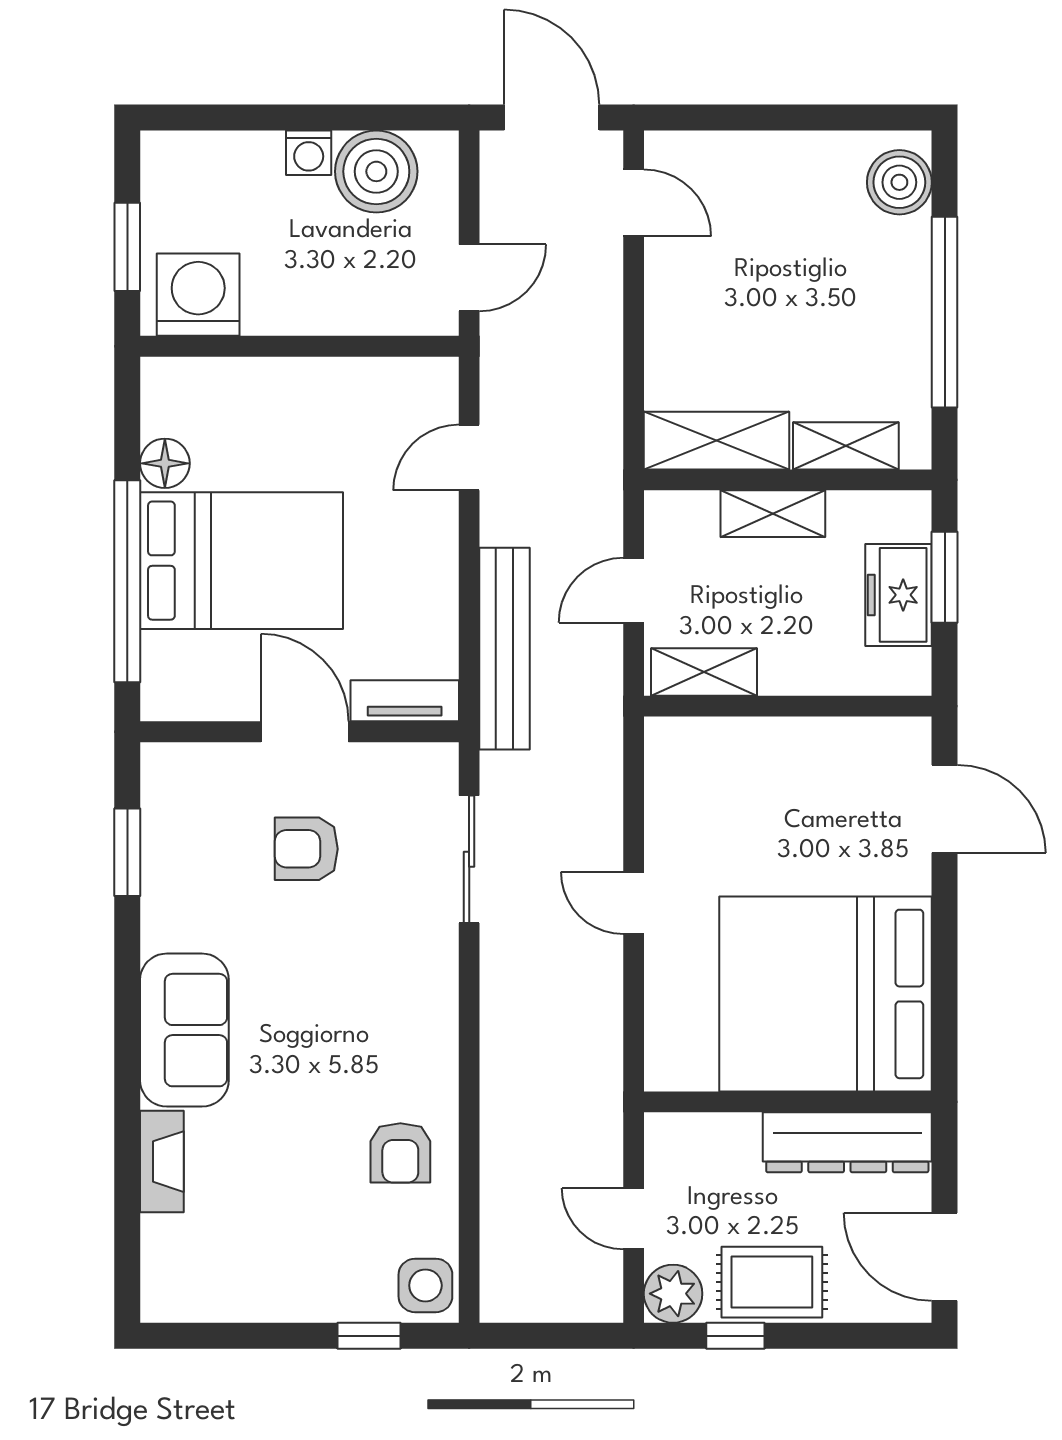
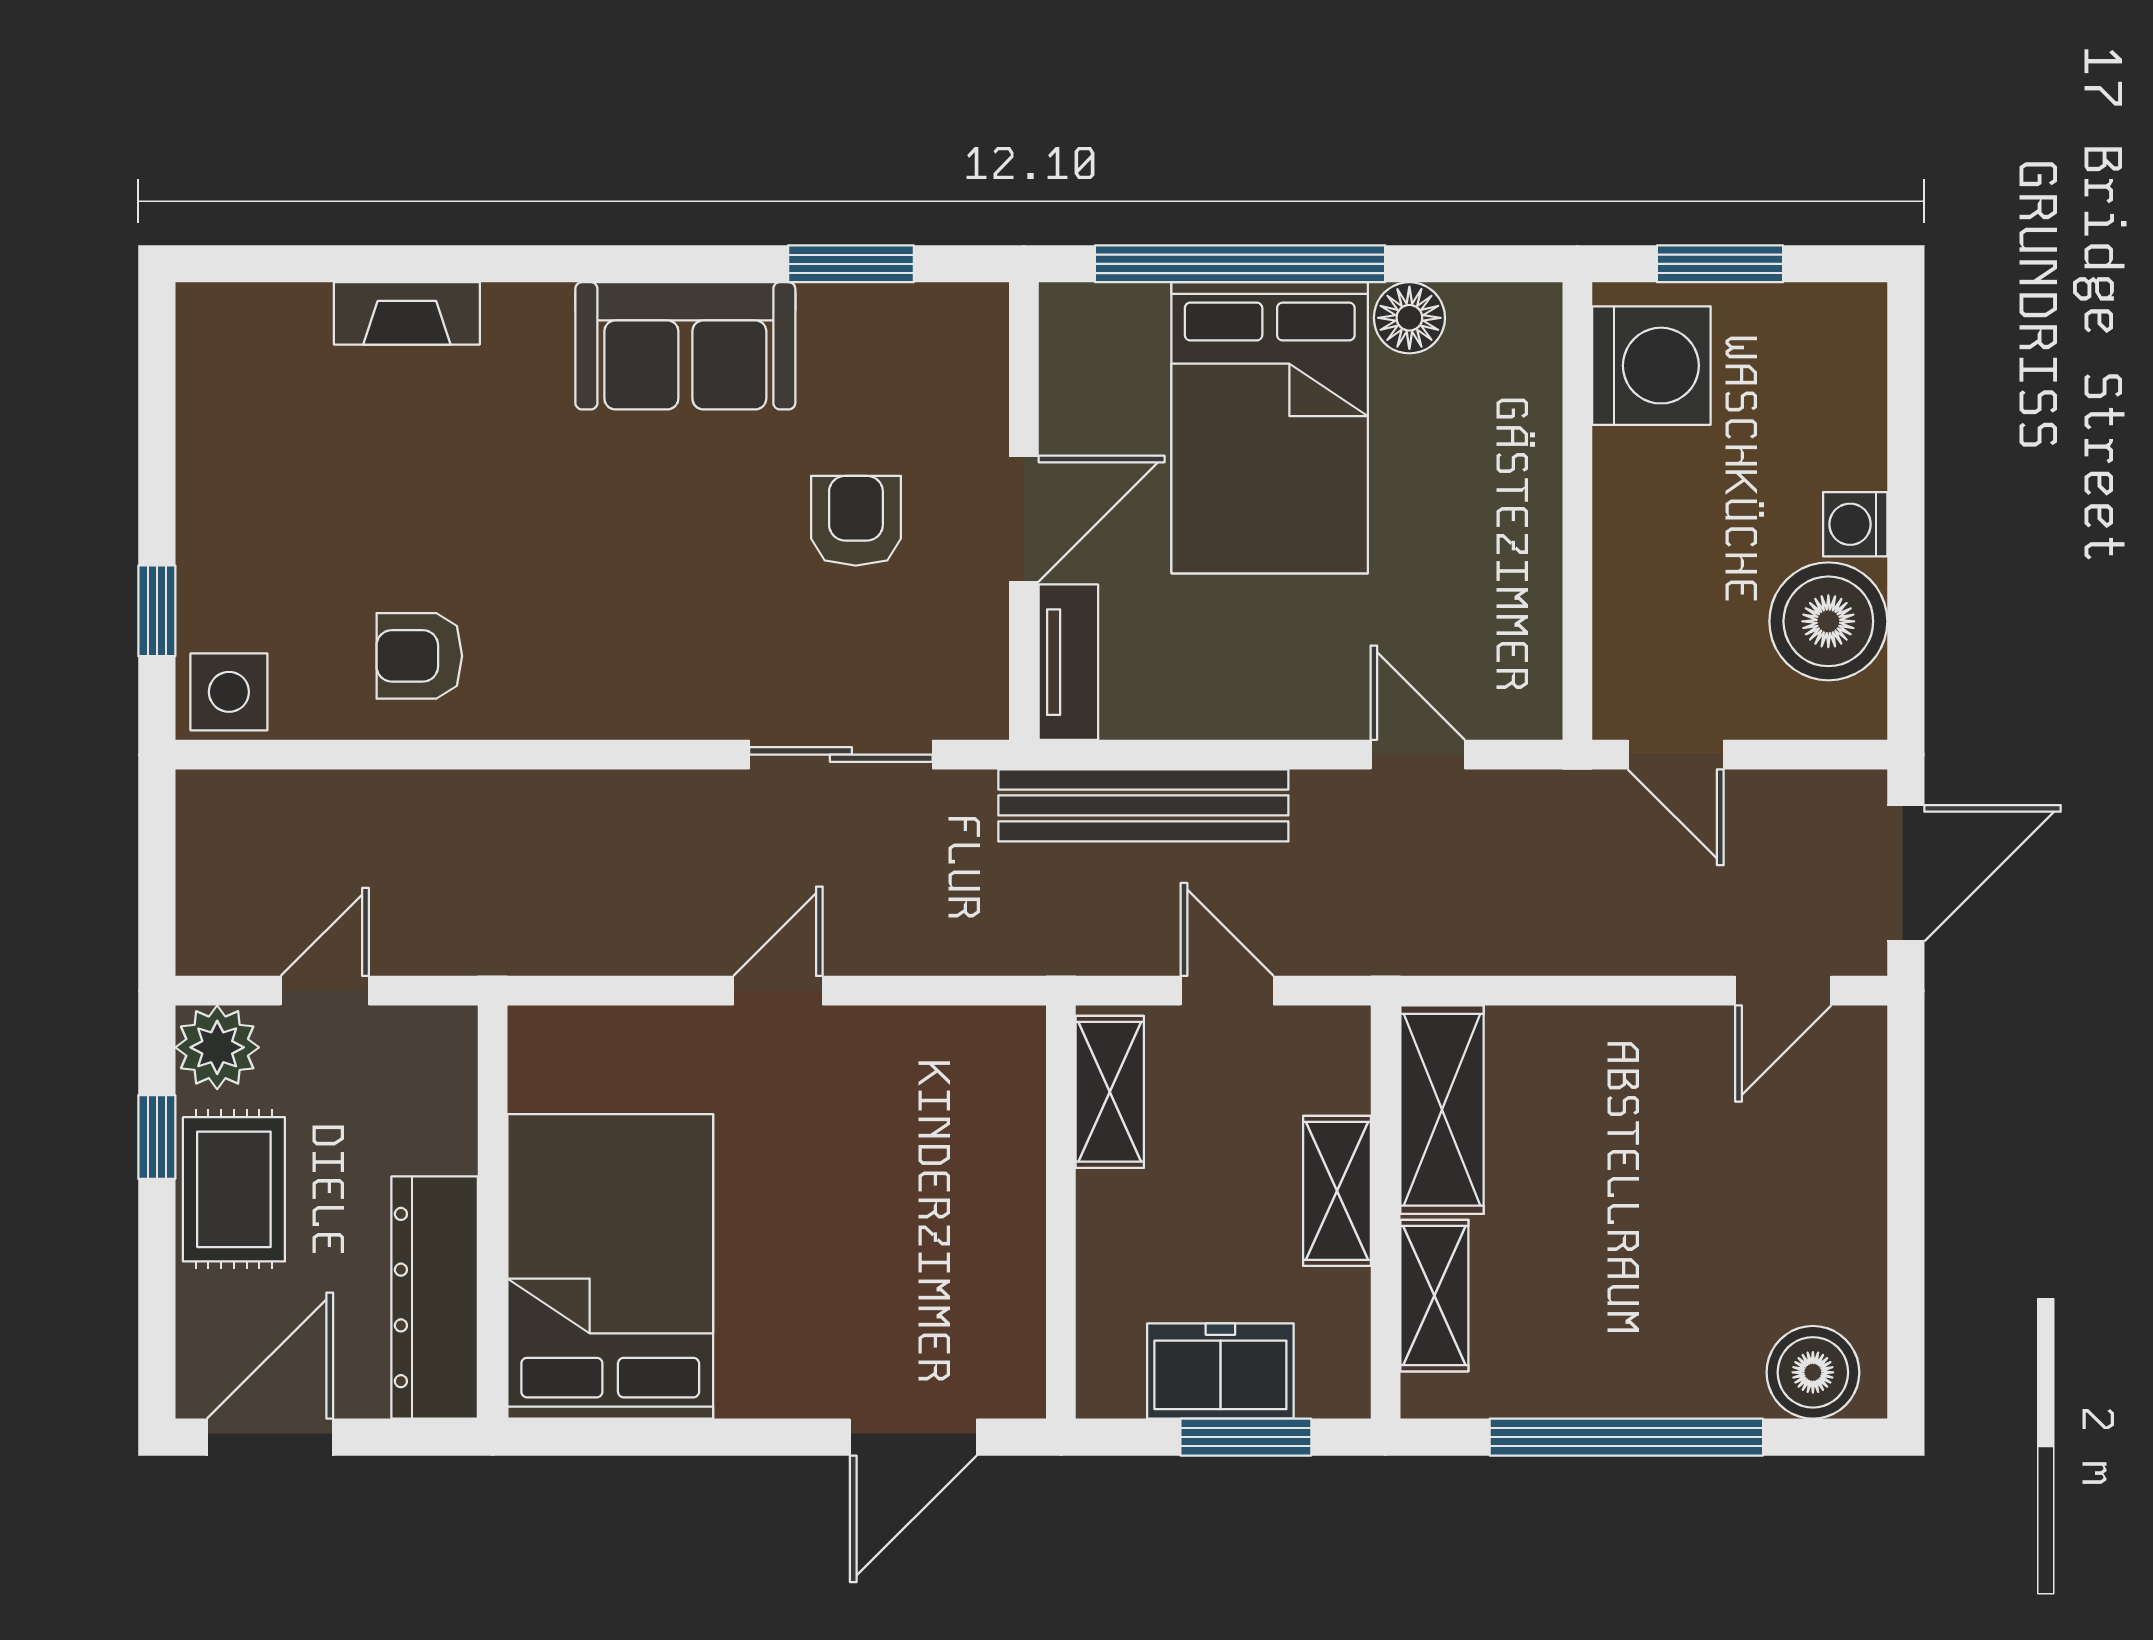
bed: (826, 994) -> (610, 1266), width x0.73
sofa: (184, 1030) -> (685, 346), moved

